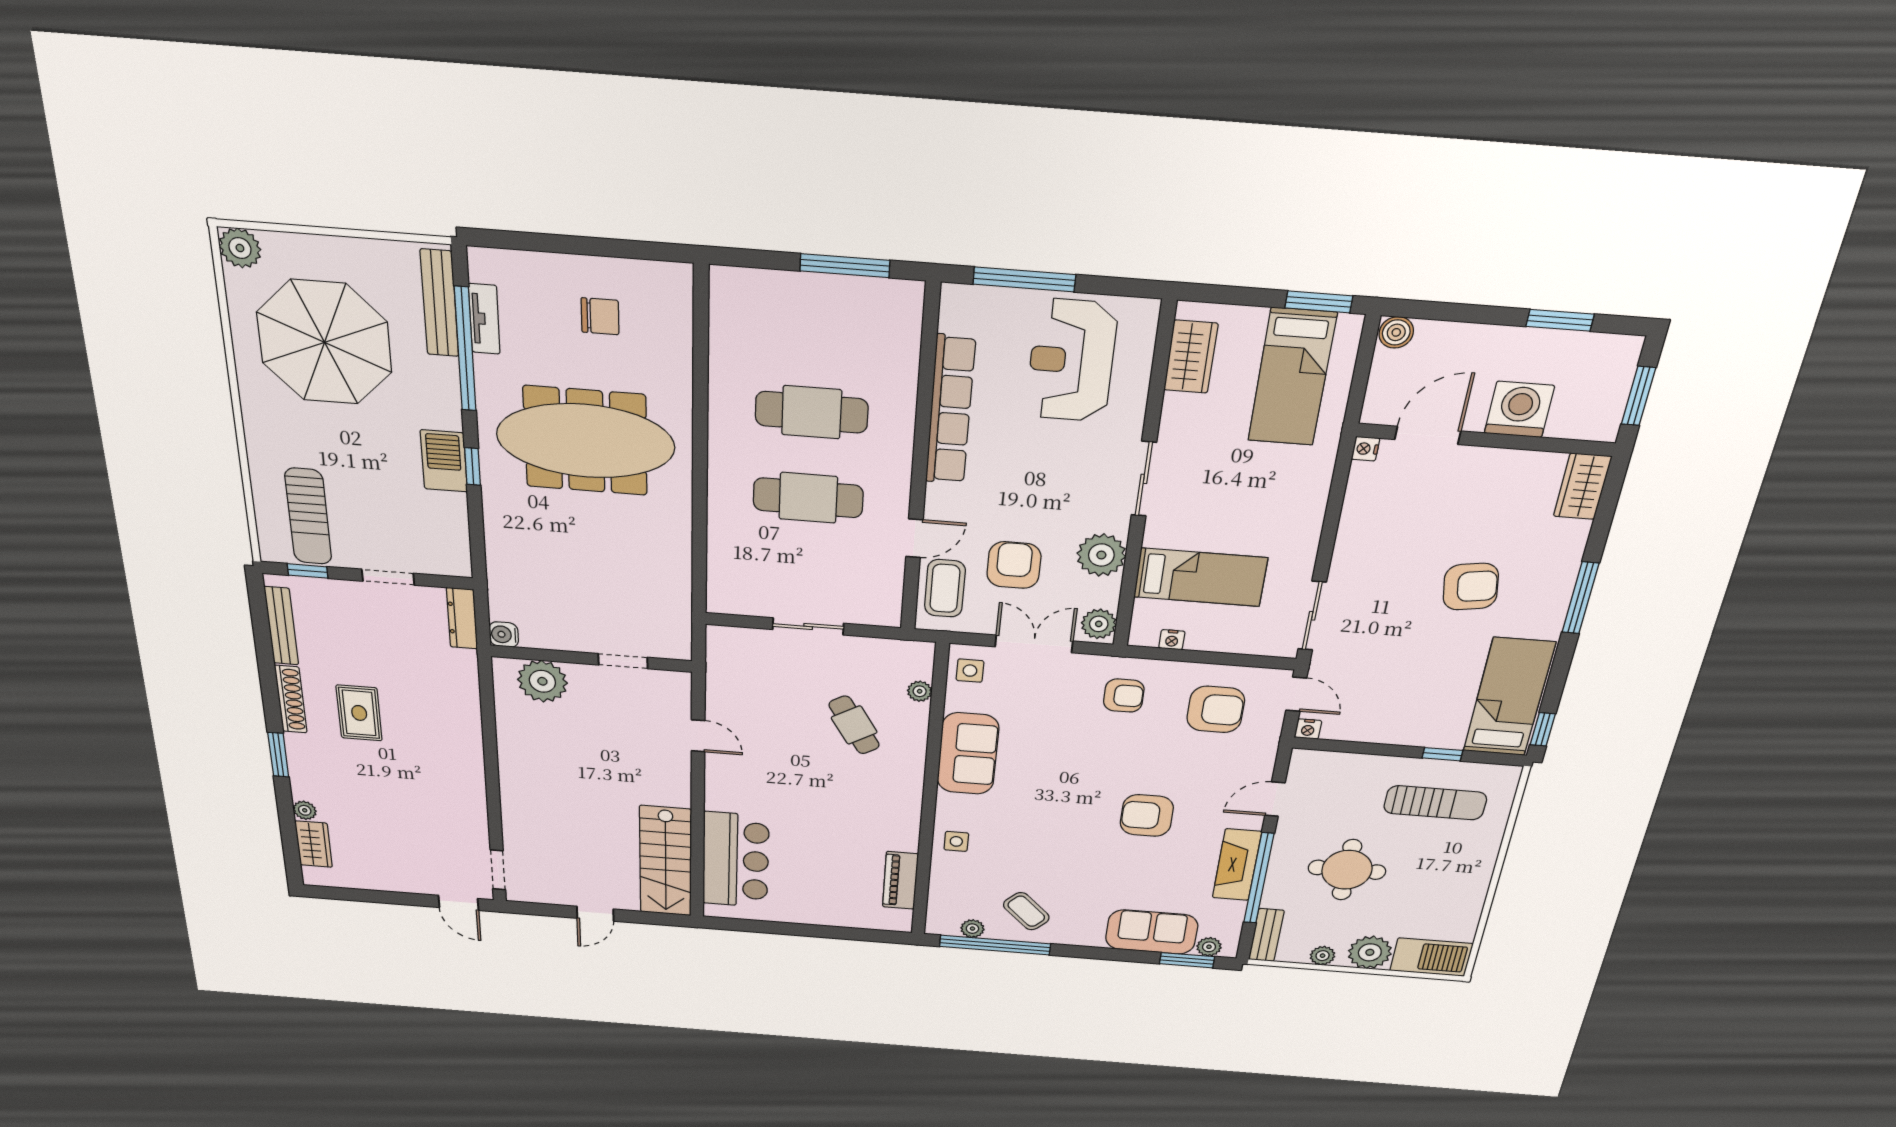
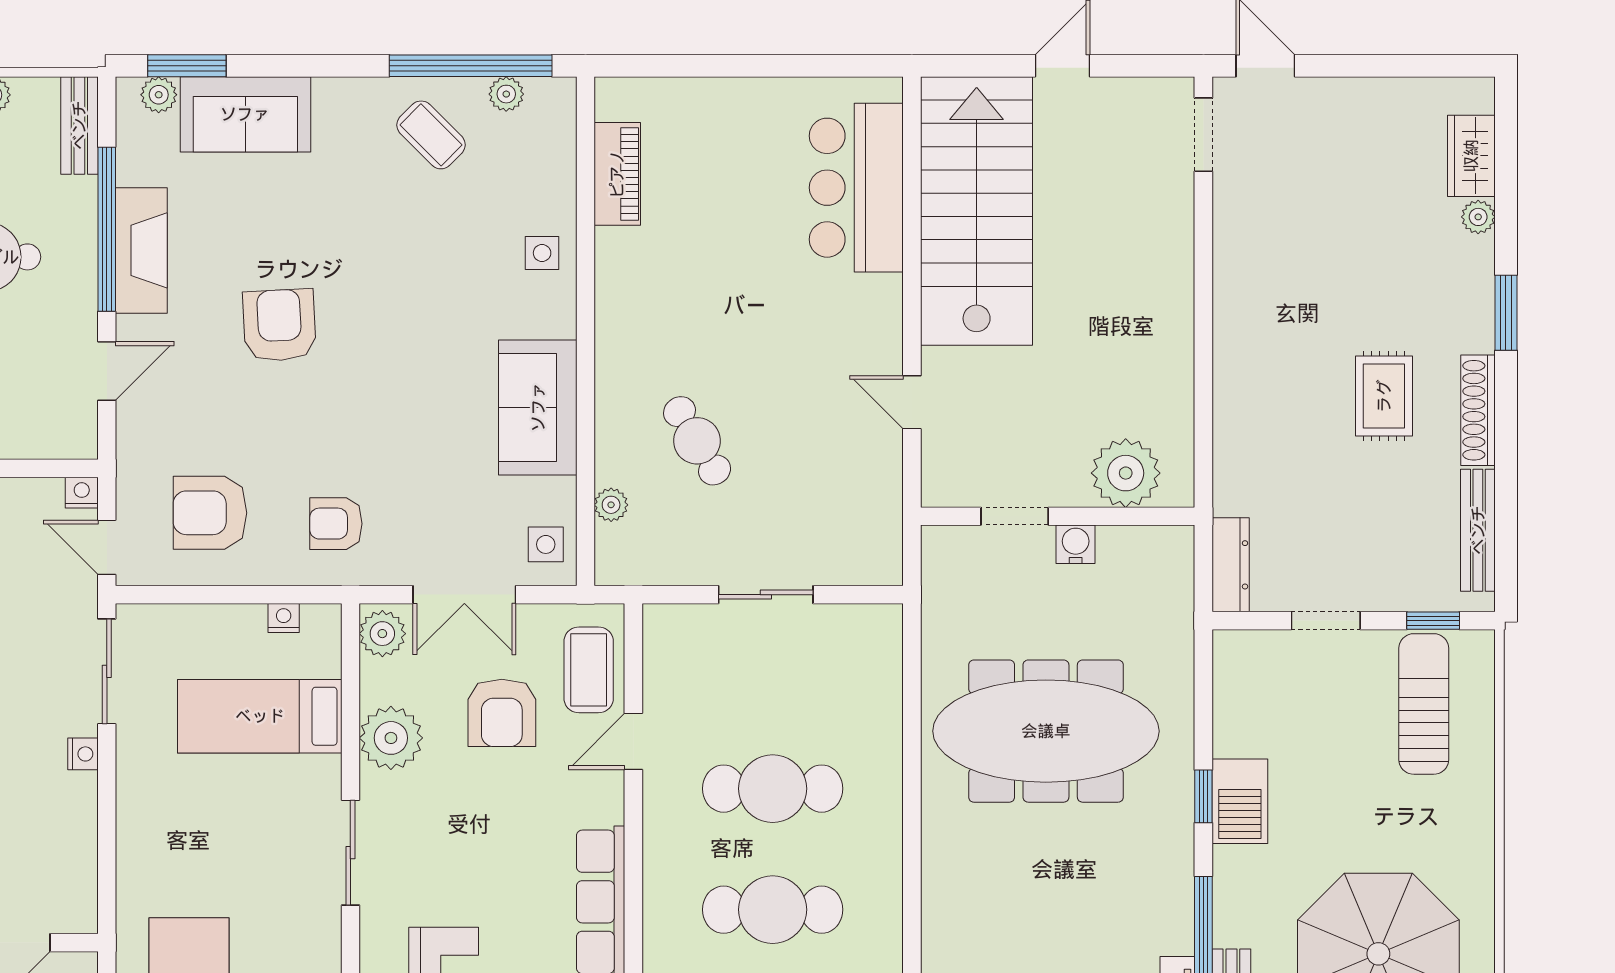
meeting table: (586, 441) -> (1046, 731), moved
nightstand: (1366, 449) -> (83, 754), moved
water cooler: (504, 634) -> (1076, 544), moved, turned -90
armchair: (1147, 815) -> (279, 325), turned -93
stairs: (666, 861) -> (977, 211), width x1.36, depth x1.51

